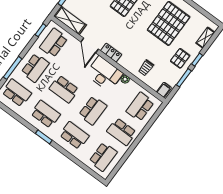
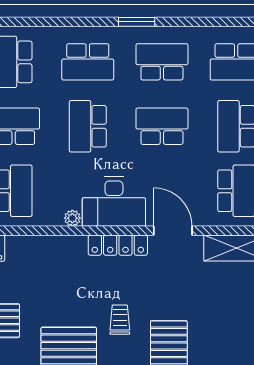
locker: (111, 53) -> (118, 245), width x1.53
trolley: (146, 68) -> (120, 320), moved
school desk: (45, 114) -> (162, 62), turned 180

